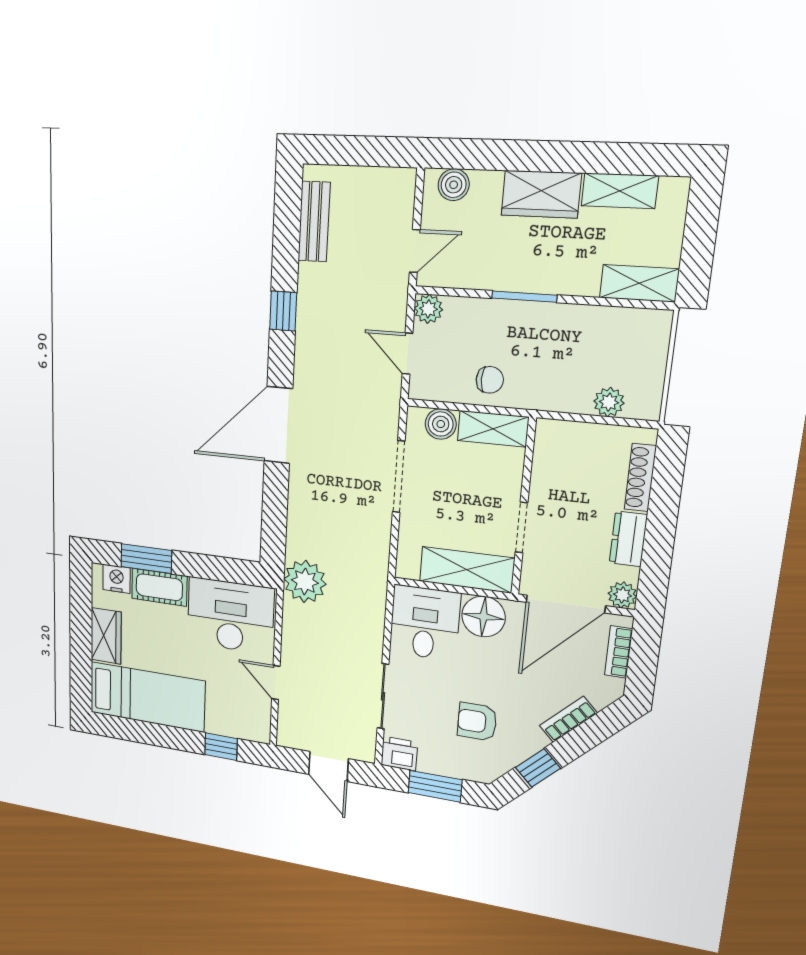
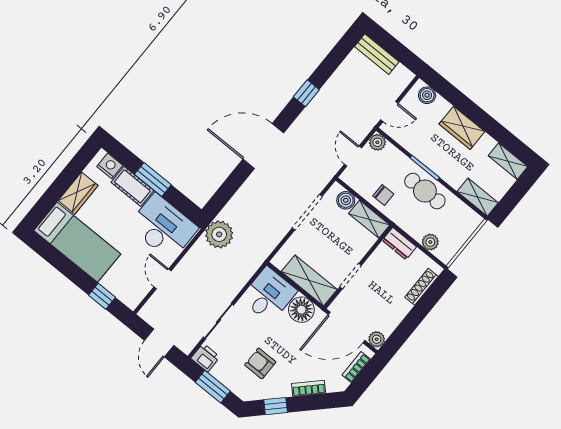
shelving: (620, 191) -> (508, 161), moved
bench: (314, 222) -> (377, 54), moved, turned 90
cafe table: (548, 331) -> (425, 191), added
dresser: (628, 539) -> (399, 244), moved, turned -90
window: (146, 559) -> (153, 180), moved

